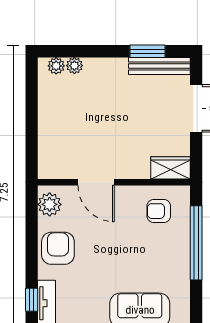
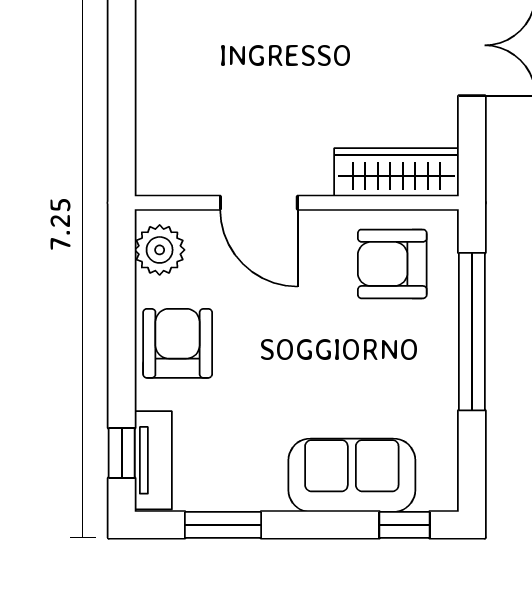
wardrobe: (171, 168) -> (396, 172), width x1.50
armchair: (159, 211) -> (392, 264), width x1.38, depth x1.38

